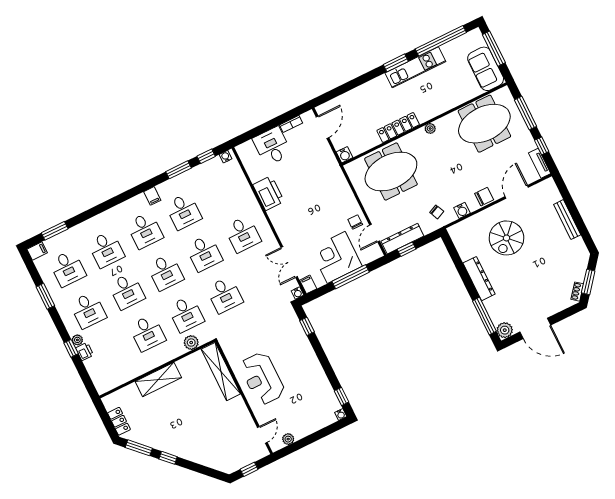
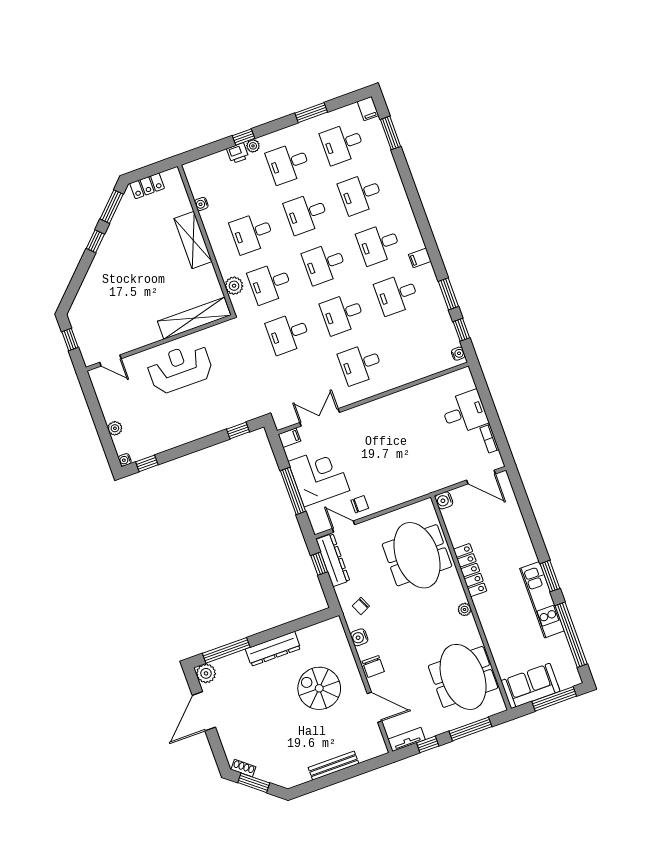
printer: (268, 193) -> (407, 401), removed
water cooler: (298, 293) -> (201, 204), moved
plant: (288, 439) -> (115, 428), moved

